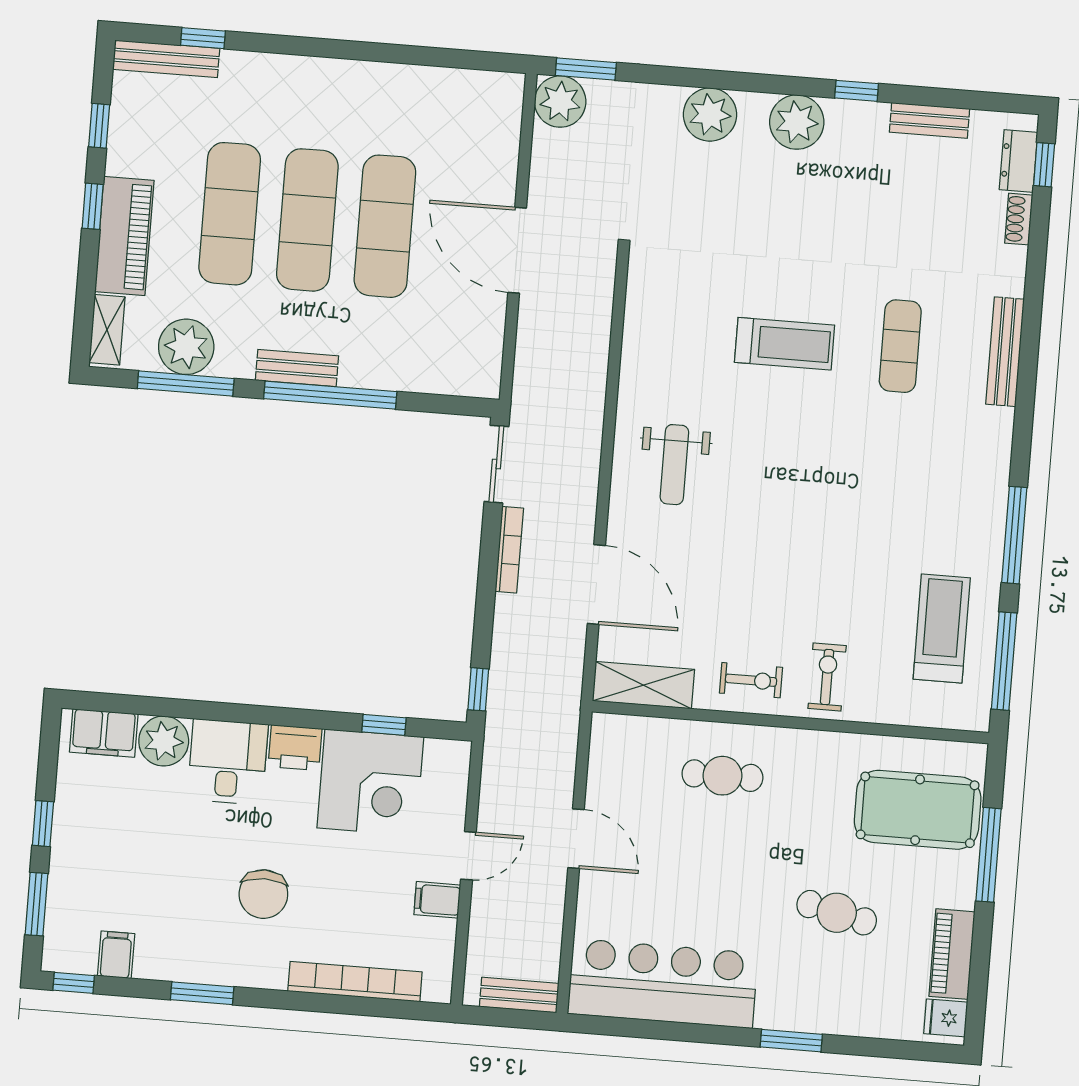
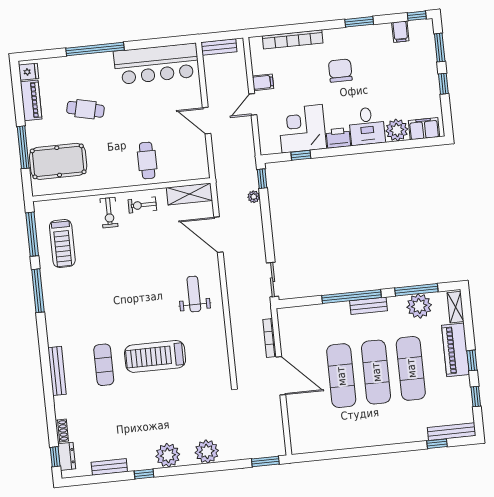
plant: (560, 102) -> (254, 197), moved, width x0.53, depth x0.53
treadmill: (785, 344) -> (155, 356), width x1.37, depth x1.38
bookcase: (509, 550) -> (270, 338), moved
cafe table: (722, 776) -> (147, 160), turned 90
window: (791, 1041) -> (95, 49), width x2.11

